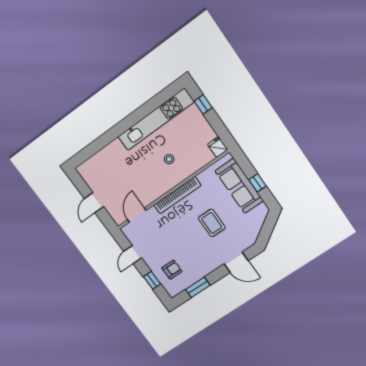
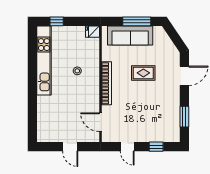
window: (258, 183) -> (137, 21), width x2.17
armchair: (172, 270) -> (158, 126), removed

